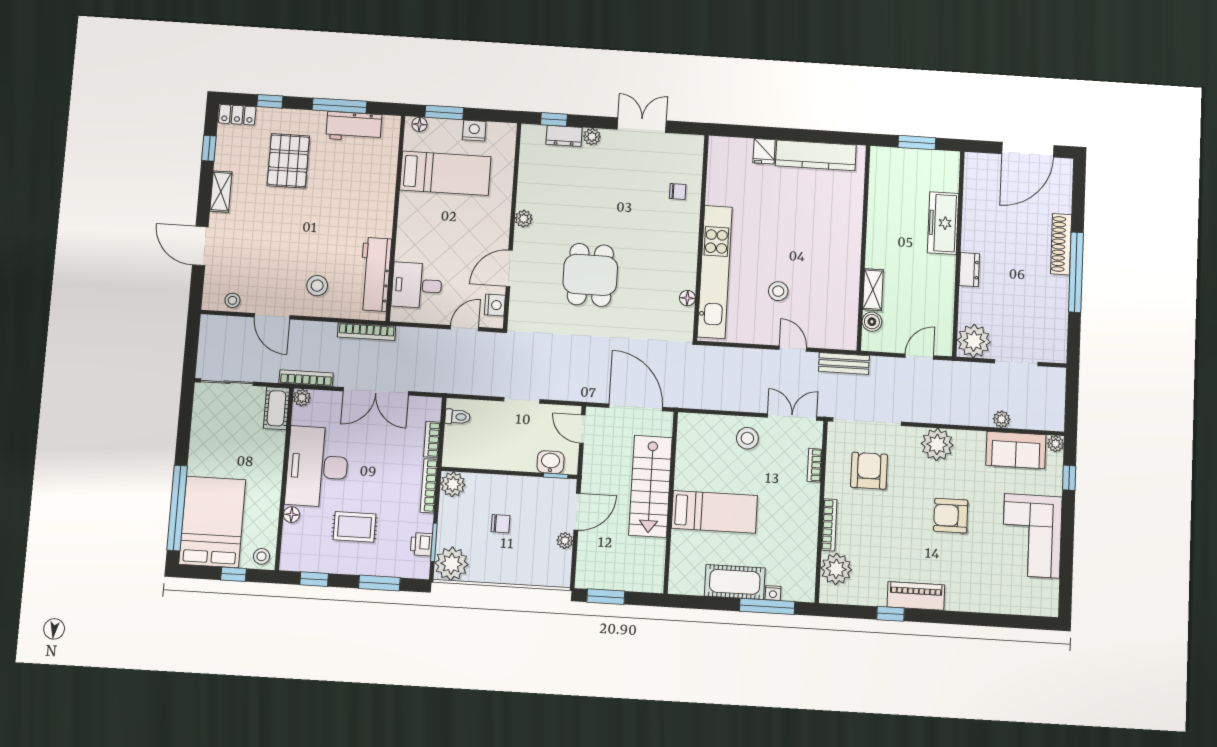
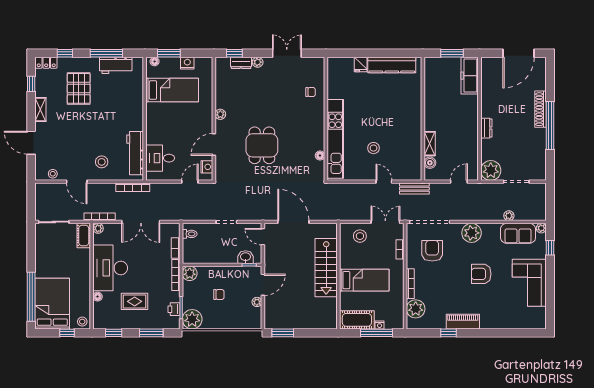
freezer: (943, 223) -> (470, 76), moved
stairs: (650, 486) -> (326, 268), moved
wall: (671, 502) -> (338, 276), moved
bed: (714, 512) -> (364, 280), moved

